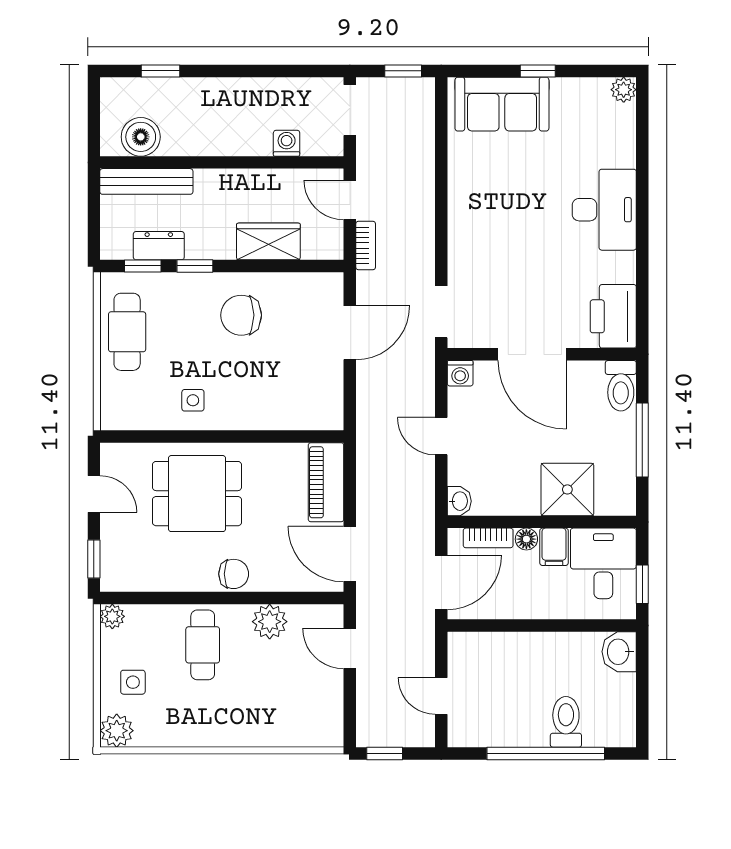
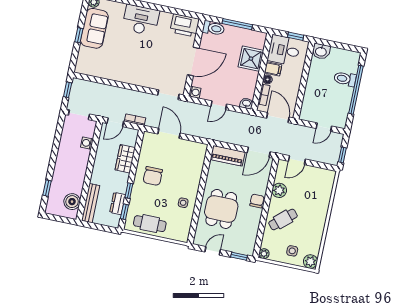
sofa: (502, 104) -> (94, 28), moved
cafe table: (203, 645) -> (283, 219), turned -41

